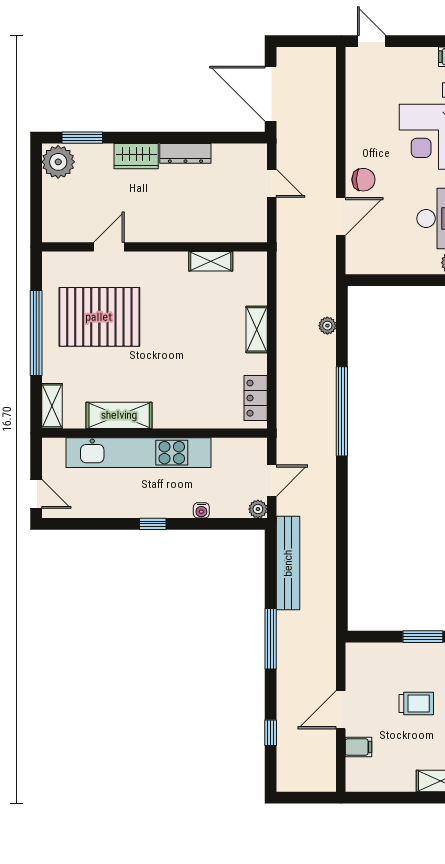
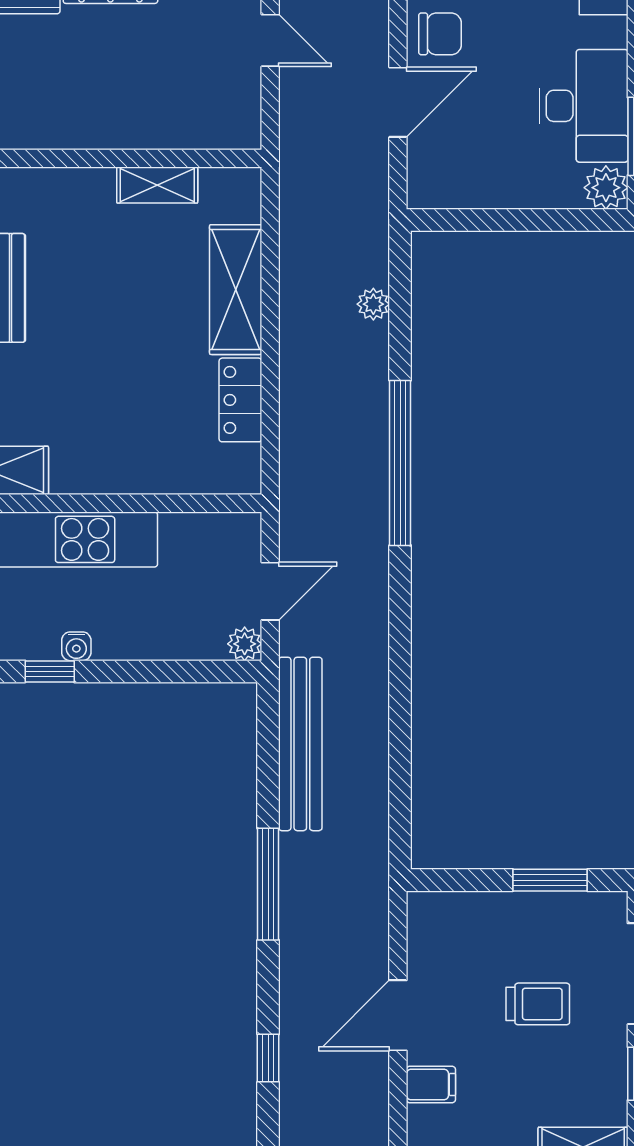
shelving: (257, 329) -> (236, 290), width x1.50, depth x1.33
locker: (256, 398) -> (240, 400), moved
water cooler: (201, 510) -> (76, 646), moved

